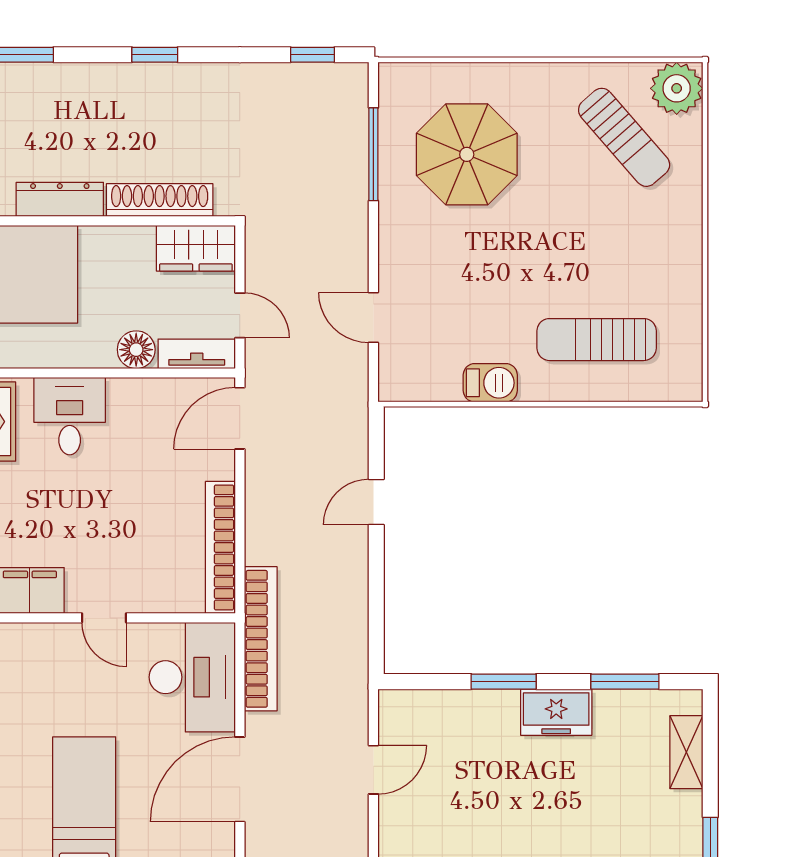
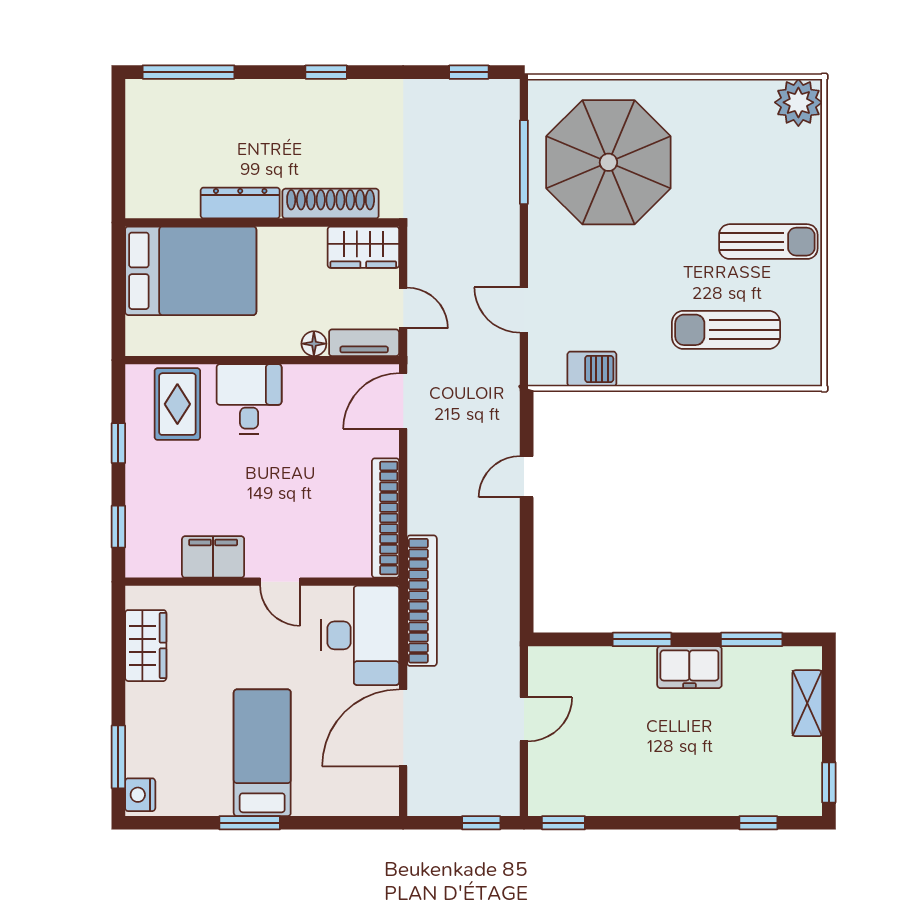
sun lounger: (624, 137) -> (768, 242), moved, turned -49
parasol: (467, 154) -> (608, 162), width x1.36, depth x1.36
floor lamp: (136, 350) -> (314, 344), width x0.73, depth x0.73
barbecue: (490, 383) -> (592, 369), moved

